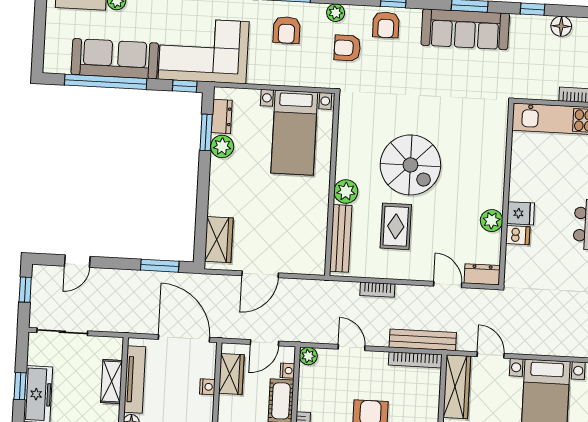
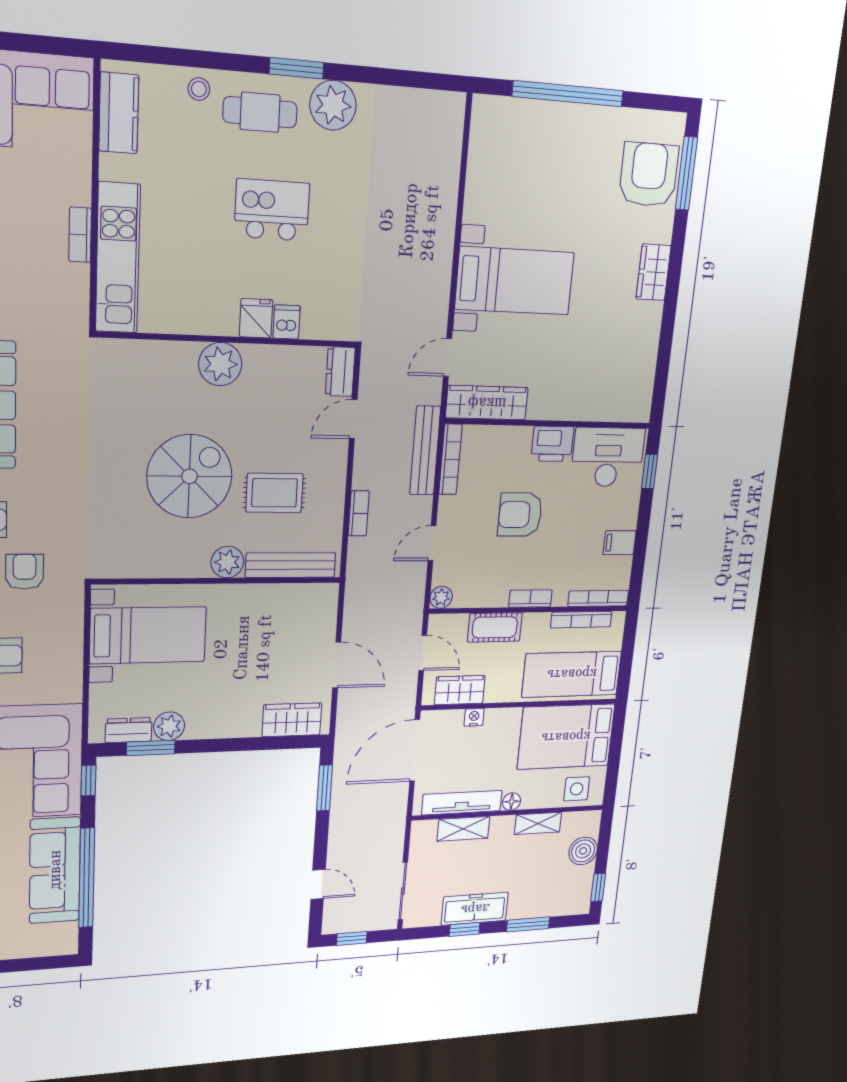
armchair: (347, 48) -> (25, 572), turned 180
plant: (492, 221) -> (220, 364), moved, width x1.36, depth x1.36
nightstand: (287, 371) -> (458, 622), removed

